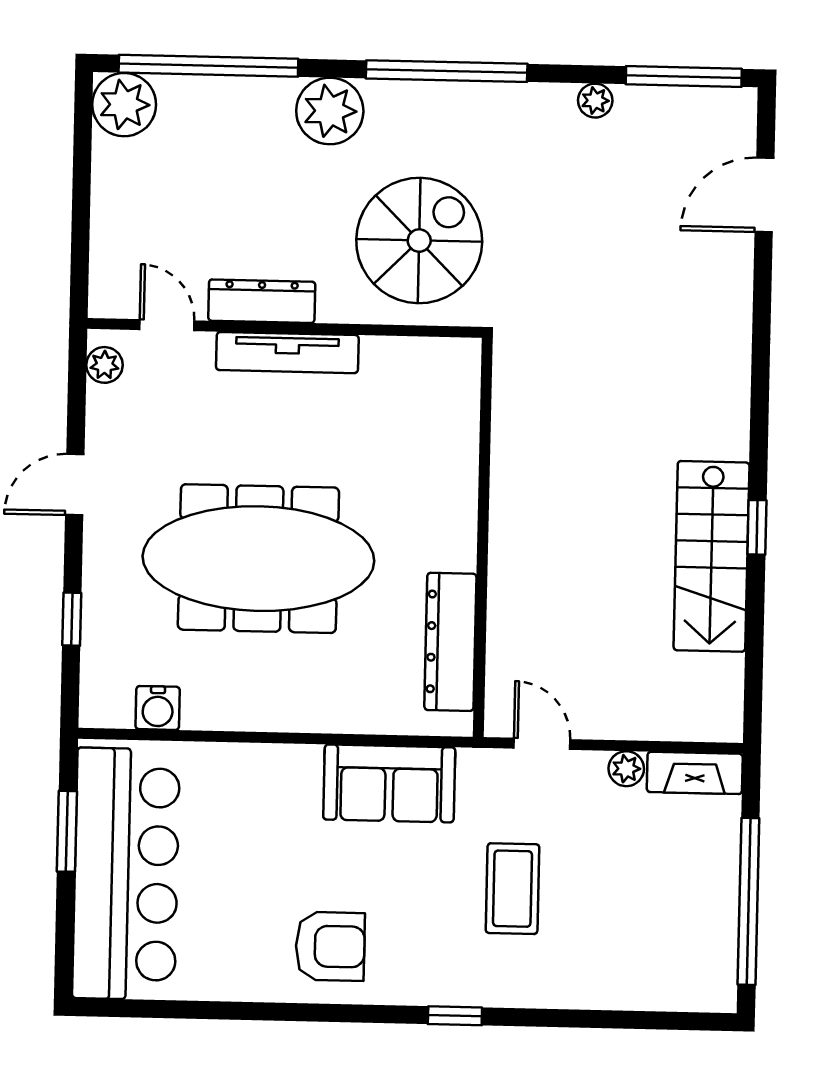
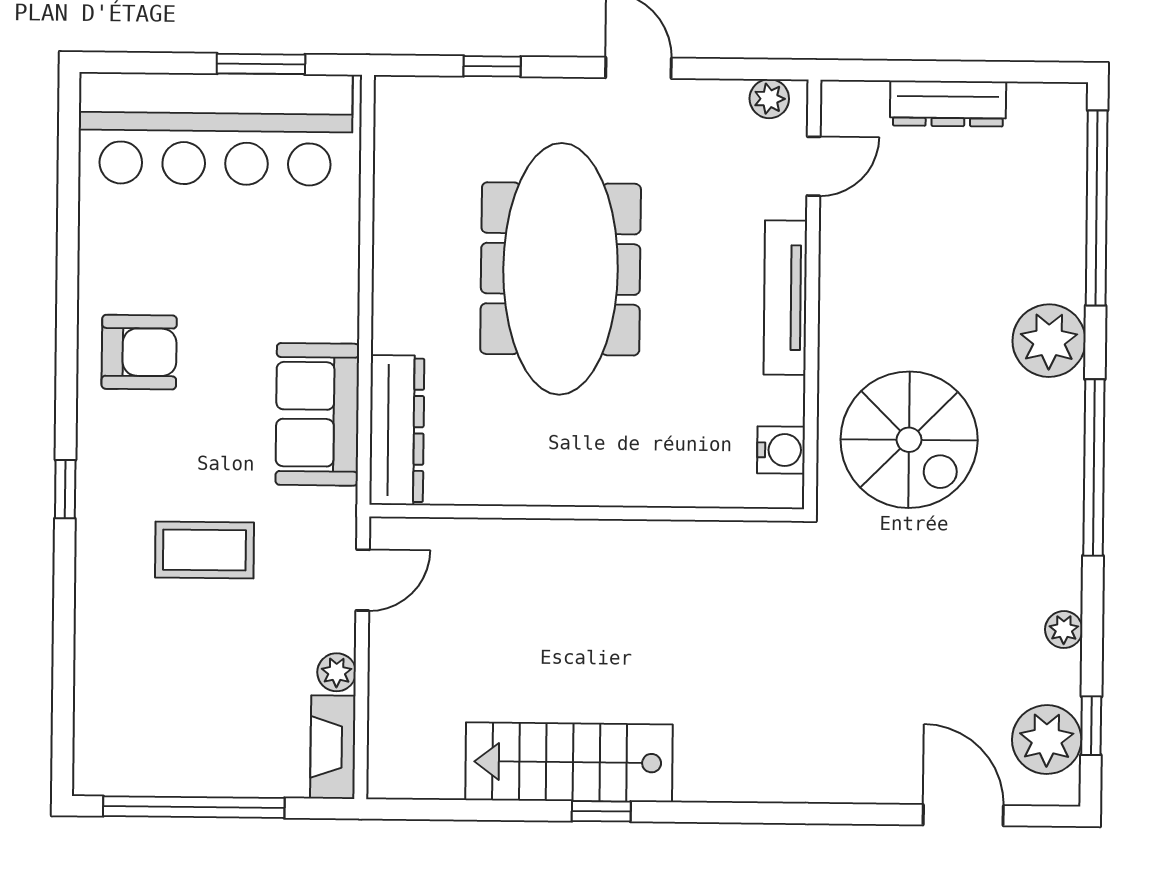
window: (684, 77) -> (1091, 726), width x0.46
plant: (124, 105) -> (1047, 740), moved
dresser: (262, 301) -> (948, 104), moved, turned 90
dresser: (450, 642) -> (397, 430), moved, turned 90
water cooler: (158, 708) -> (781, 450), moved, turned 180
armchair: (330, 946) -> (139, 352), turned -90

